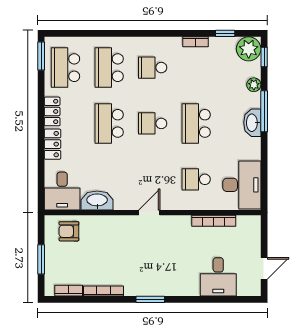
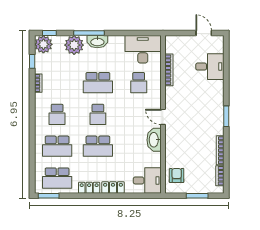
plant: (254, 85) -> (74, 45), width x1.88, depth x1.88
washbasin: (97, 200) -> (154, 140), moved
armchair: (69, 231) -> (177, 176), turned 180

